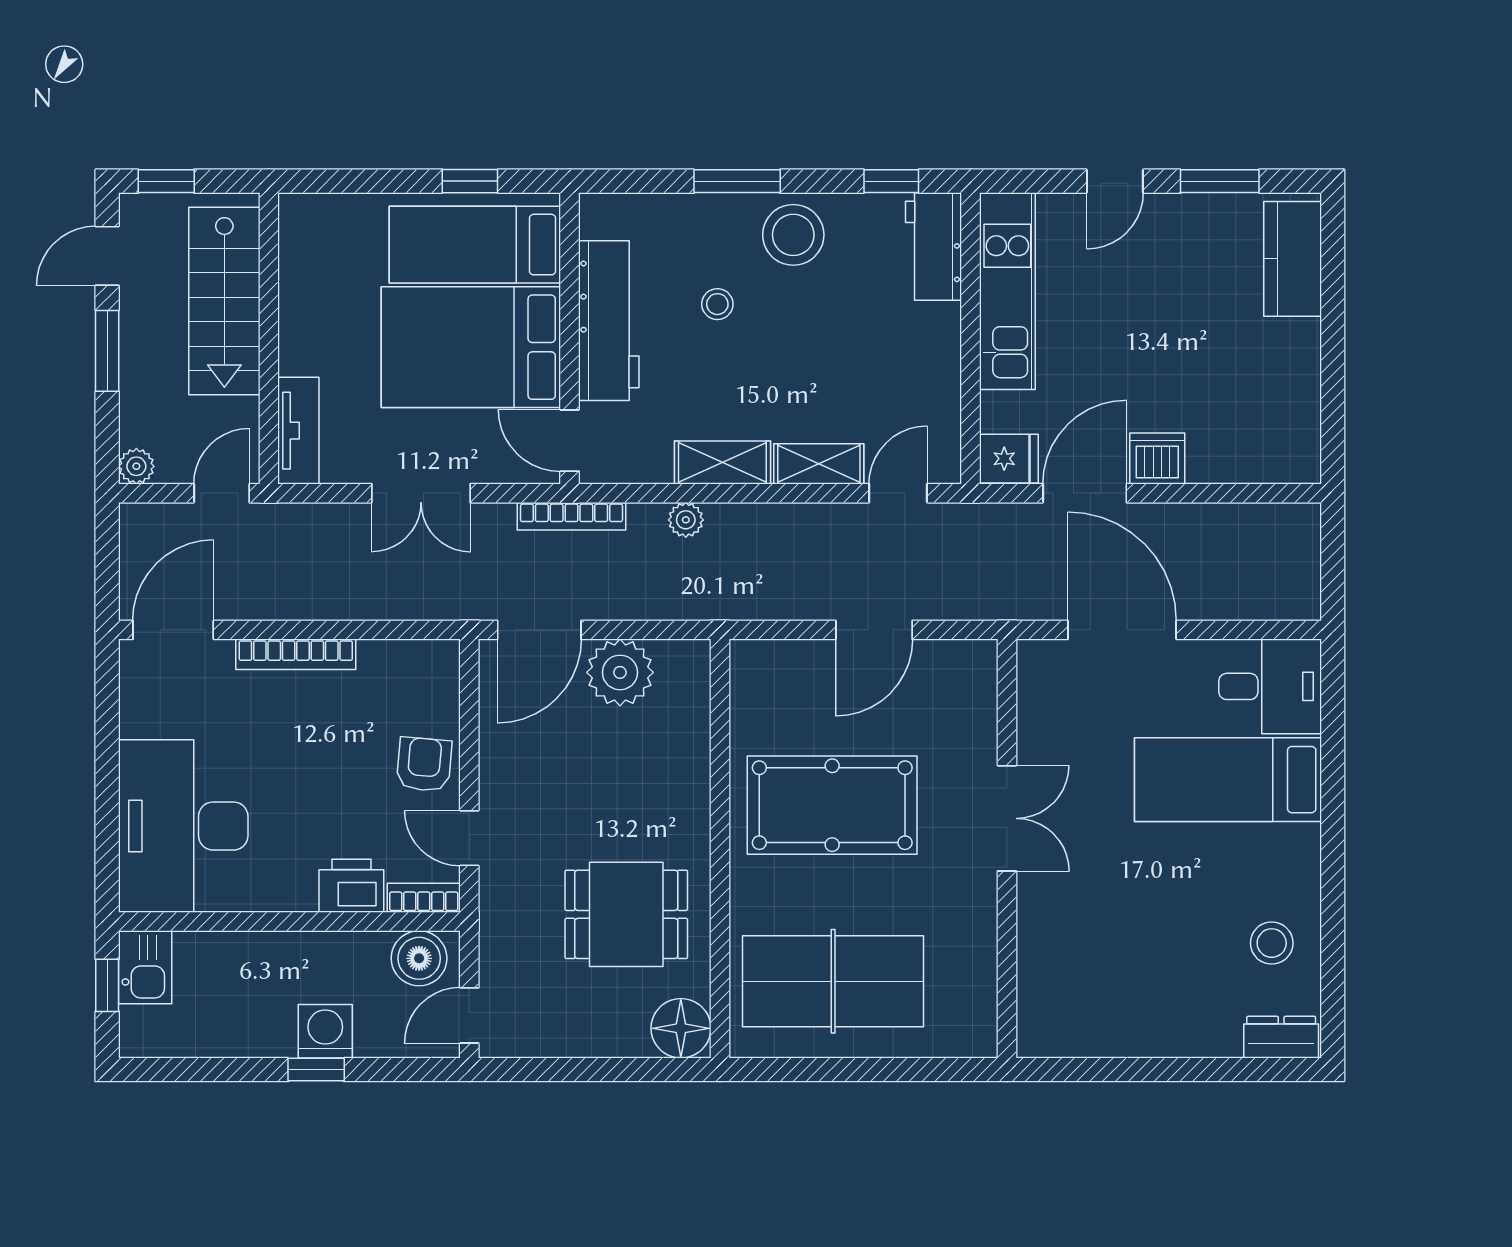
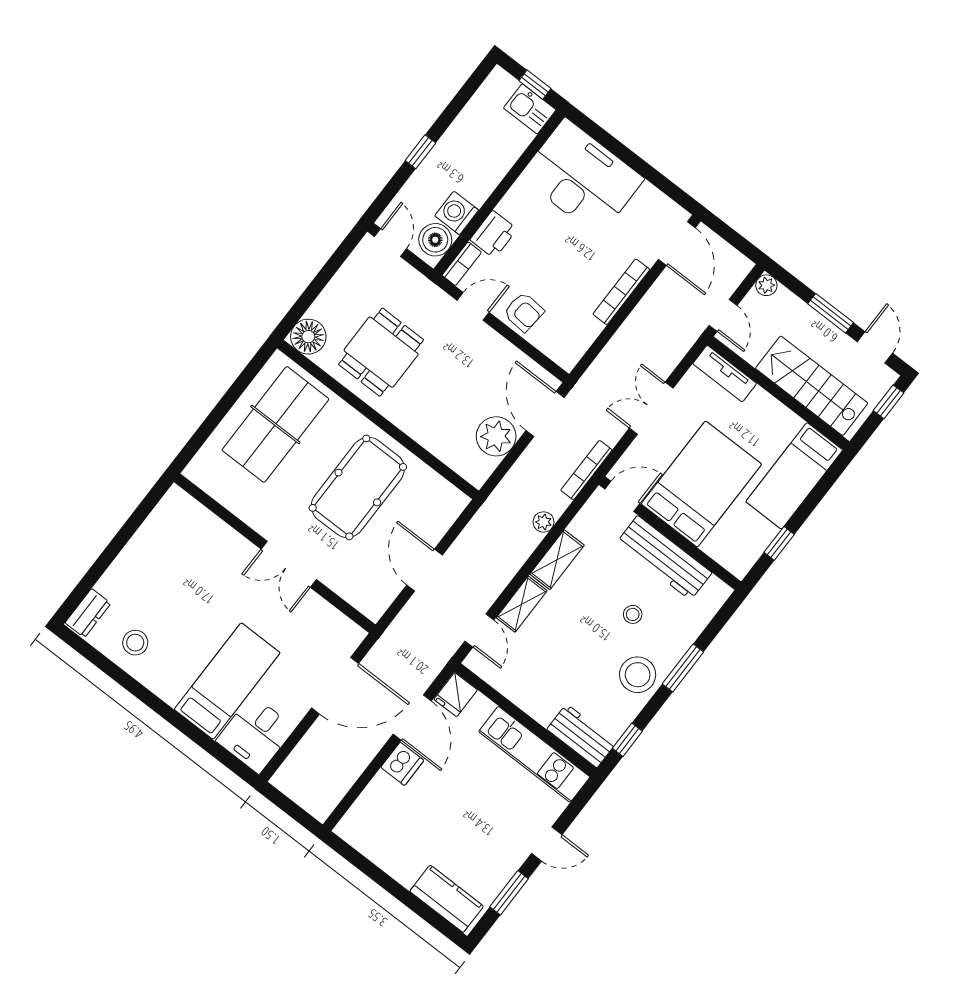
door: (1115, 181) -> (547, 844), swing flipped
bed: (475, 245) -> (794, 476), moved, turned 180
washing machine: (325, 1031) -> (457, 213), moved, turned 180

